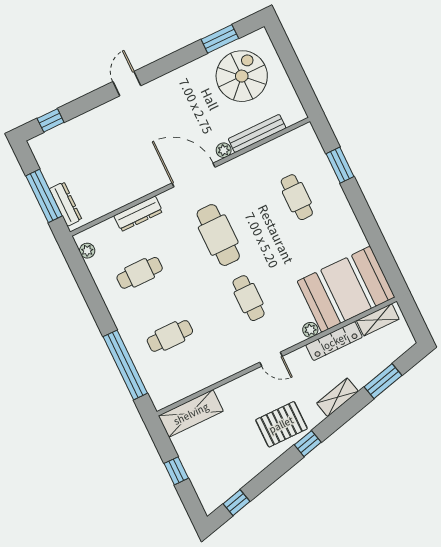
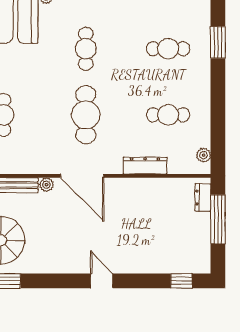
door: (127, 84) -> (102, 281), swing flipped
dresser: (66, 204) -> (203, 197), width x0.70
window: (125, 365) -> (218, 42), width x0.47

